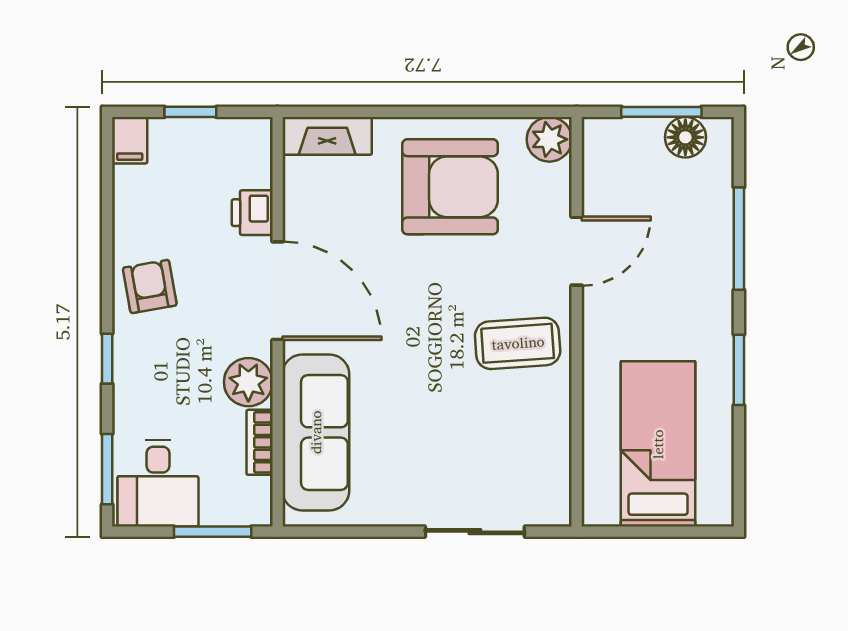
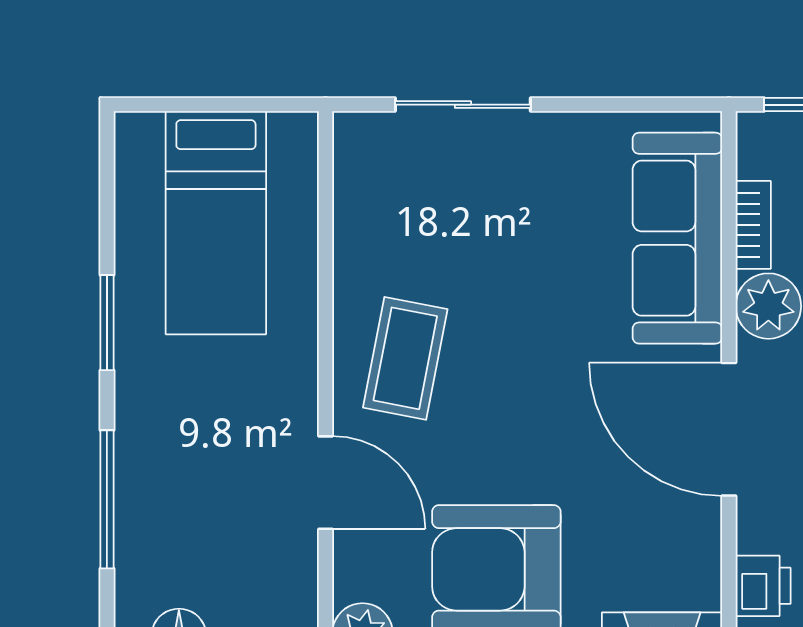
printer: (252, 213) -> (763, 586), moved
door: (577, 251) -> (326, 483), swing flipped
coffee table: (518, 343) -> (405, 358), turned -75

